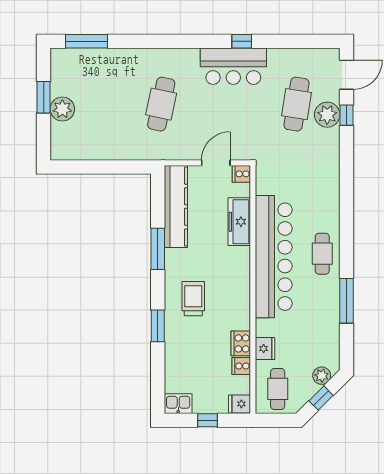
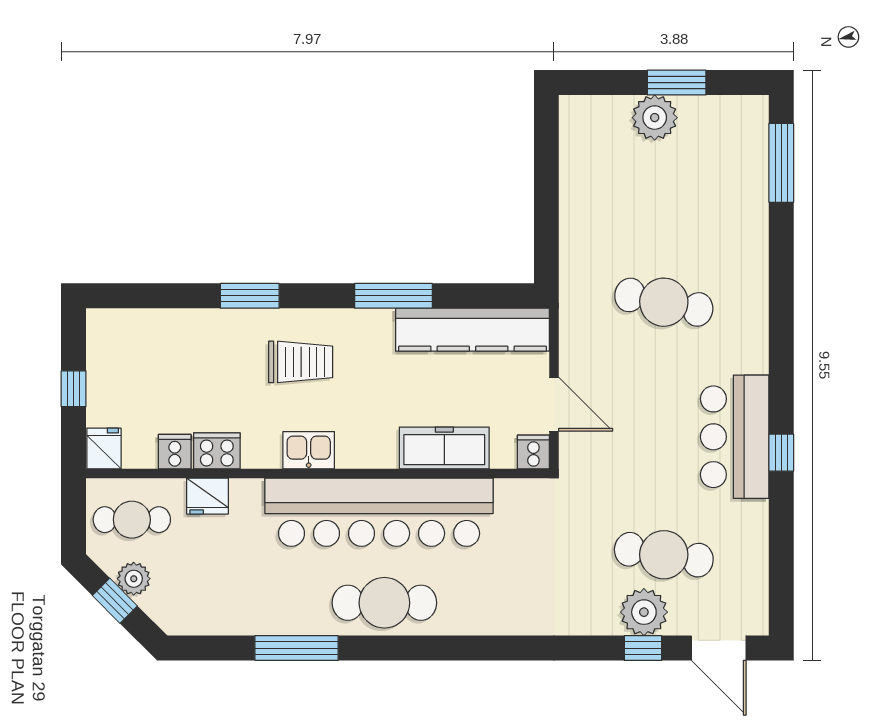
cafe table: (322, 254) -> (384, 603), width x1.37, depth x1.35
plant: (322, 376) -> (134, 579), moved
kitchen sink: (178, 404) -> (309, 450), moved, turned -90

